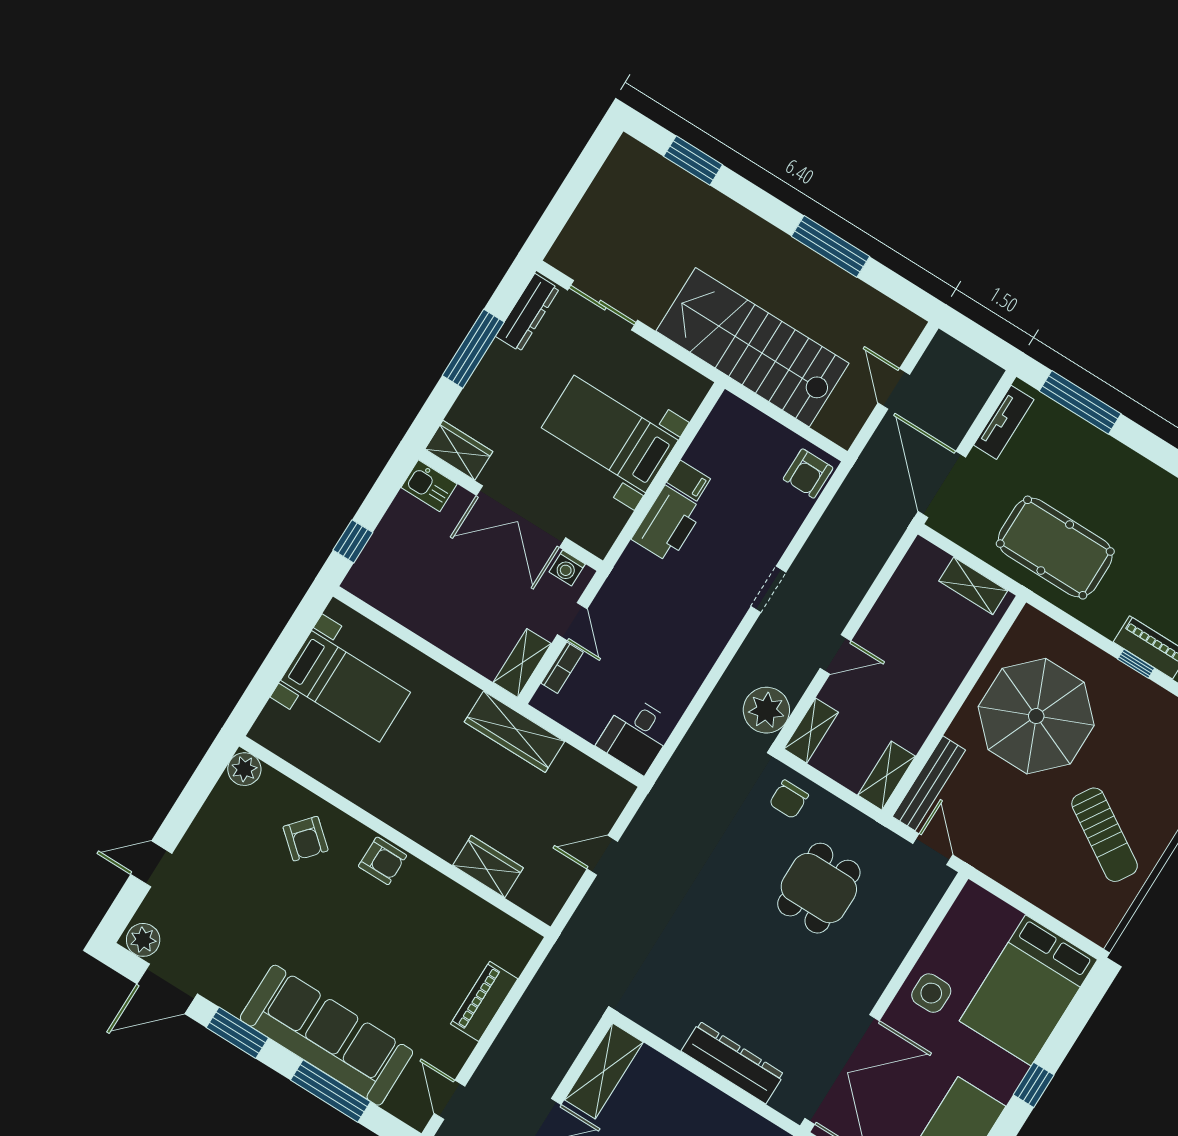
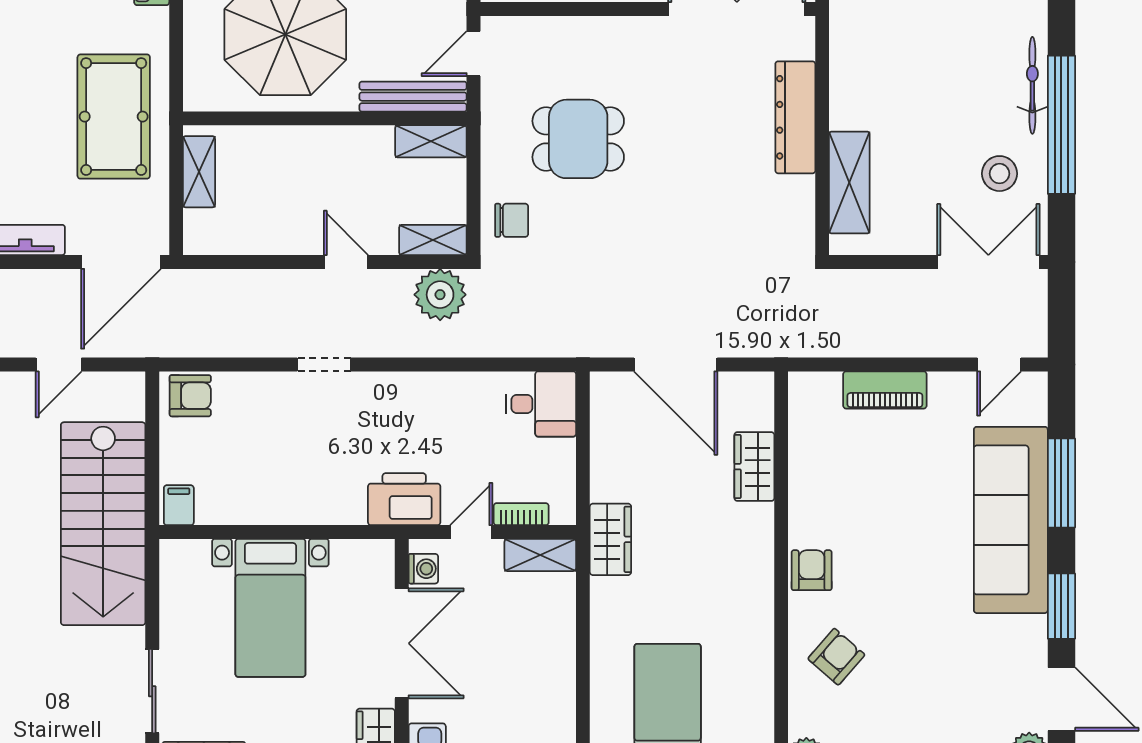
filing cabinet: (688, 481) -> (179, 505), moved
printer: (668, 524) -> (404, 499), moved
wardrobe: (514, 732) -> (610, 539), width x0.67
door: (602, 855) -> (676, 365), width x1.87
shelving: (604, 1071) -> (849, 183), moved, turned 90

